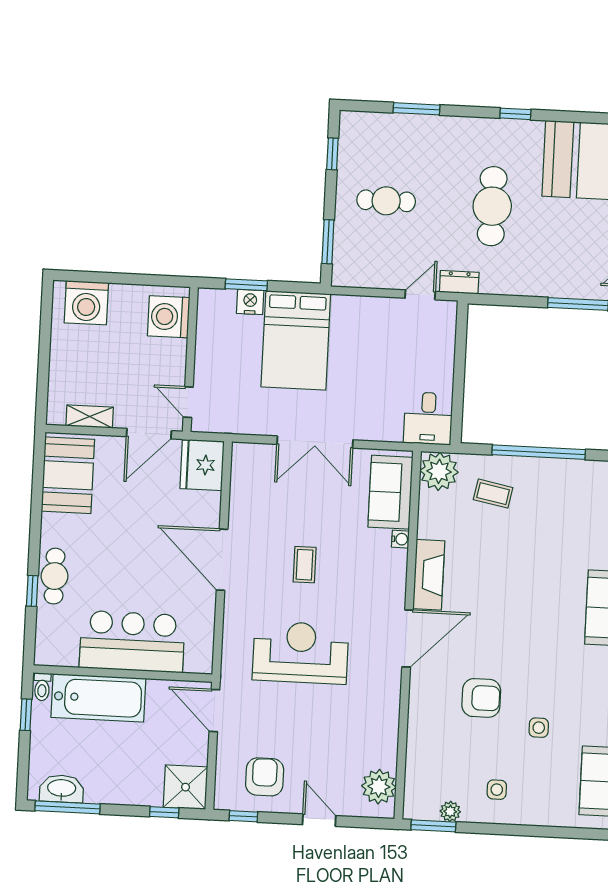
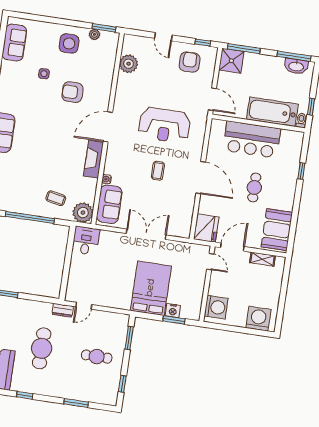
cafe table: (55, 576) -> (254, 187), moved
armchair: (265, 777) -> (190, 62), turned 180
plant: (379, 787) -> (129, 64), moved
side table: (497, 790) -> (69, 43), width x1.87, depth x1.87
window: (164, 812) -> (244, 49), width x2.17

